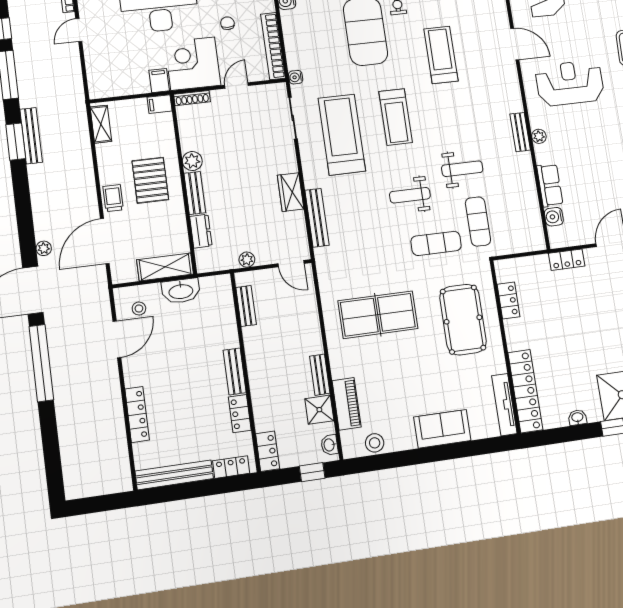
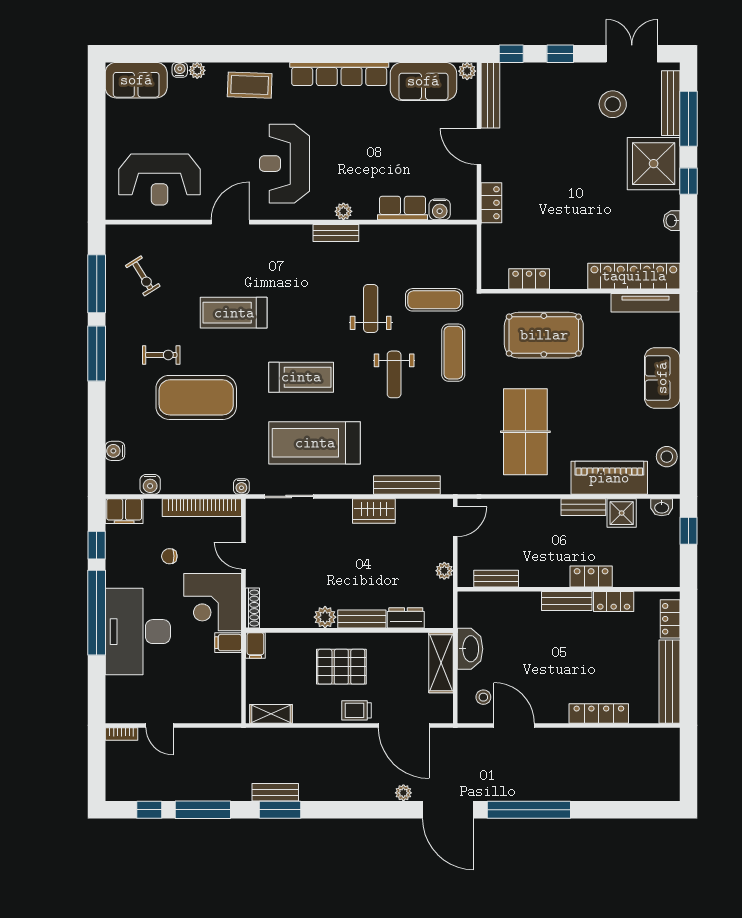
bench: (31, 136) -> (275, 792), width x0.73
piano: (346, 404) -> (609, 478), width x1.37, depth x1.33
locker: (268, 451) -> (591, 577), moved

